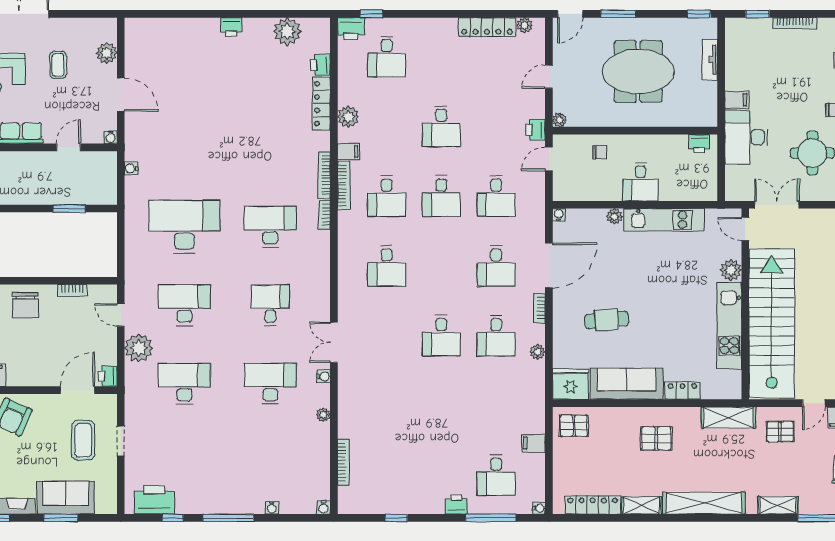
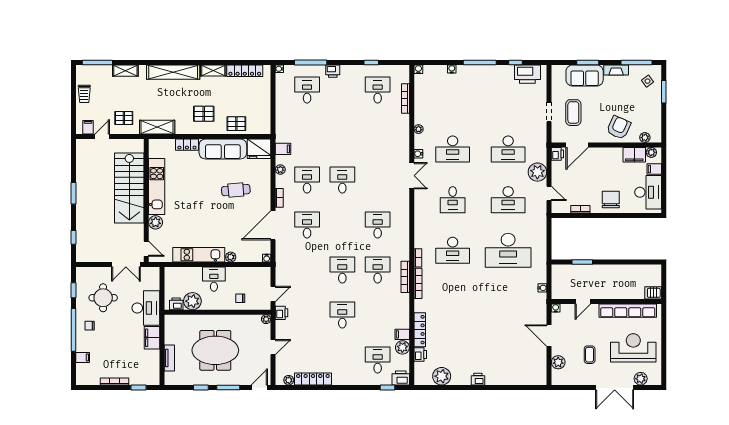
window: (699, 14) -> (201, 388), moved
filing cabinet: (737, 100) -> (152, 338), width x2.00
plant: (348, 117) -> (402, 347), moved
plant: (674, 148) -> (192, 301), added
filing cabinet: (349, 151) -> (402, 334), moved
desk: (496, 196) -> (378, 90), moved
stairs: (772, 323) -> (129, 188), width x0.73
pallet: (574, 426) -> (236, 124), moved
filing cabinet: (533, 443) -> (283, 149), moved

